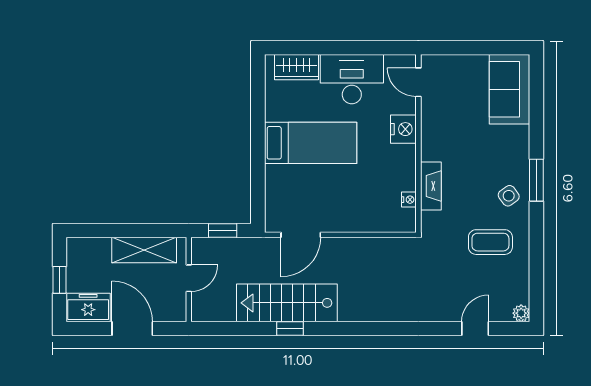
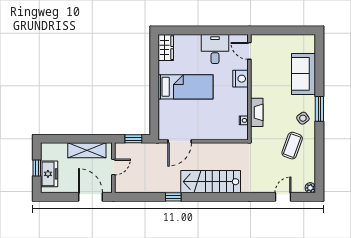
wardrobe: (296, 67) -> (166, 48), moved, turned -90
desk: (352, 79) -> (215, 49), width x0.73
sofa: (510, 89) -> (303, 74), moved
coffee table: (490, 242) -> (292, 146), turned -70
stairs: (287, 303) -> (211, 182), moved
freezer: (88, 308) -> (49, 174), moved, turned 90
door: (132, 329) -> (91, 197), moved

